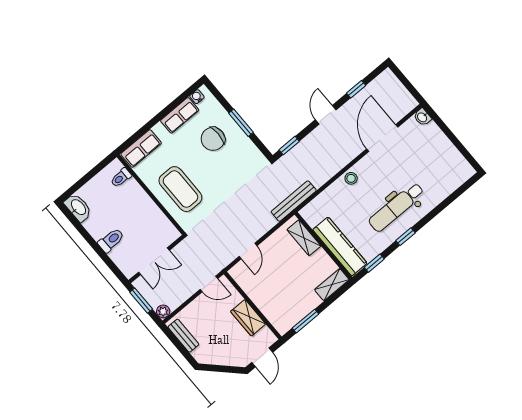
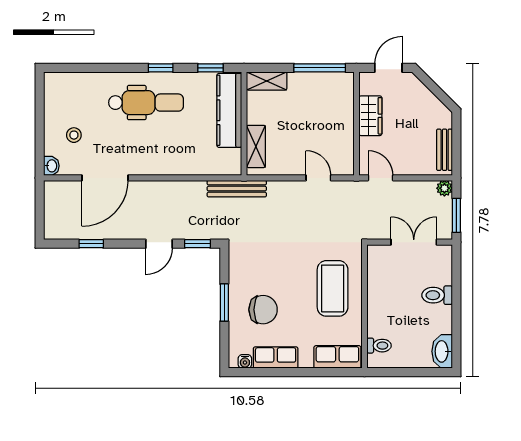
door: (326, 115) -> (159, 244), moved
stool: (351, 178) -> (74, 135), moved
door: (248, 251) -> (318, 178), hinge flipped
window: (305, 321) -> (320, 68), width x1.44

